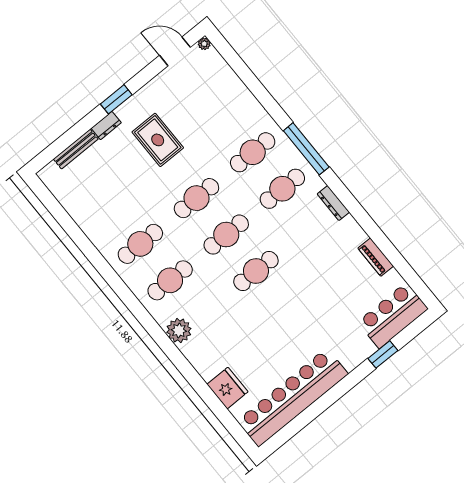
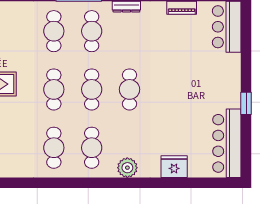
window: (383, 354) -> (246, 103), moved
fridge: (227, 388) -> (174, 167), moved
bar counter: (293, 397) -> (227, 143), width x0.73

